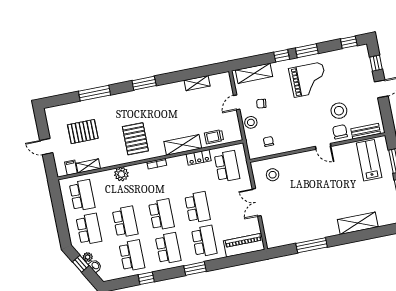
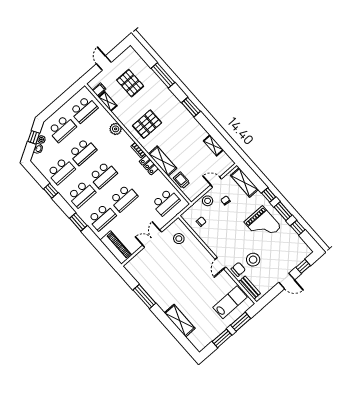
window: (349, 42) -> (298, 228), moved
locker: (199, 157) -> (149, 165), moved

